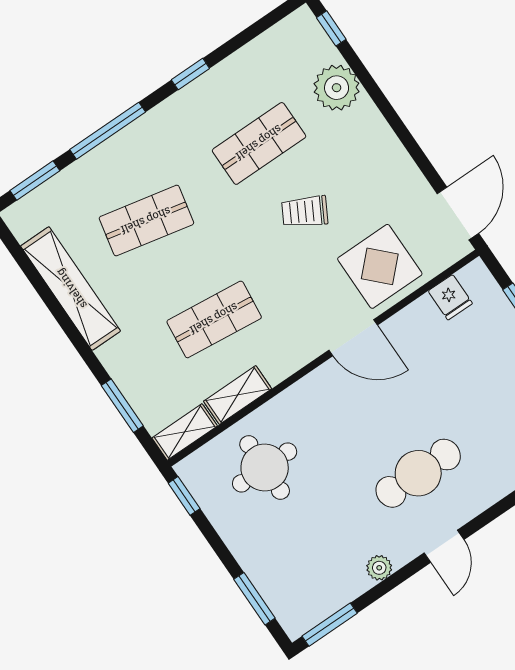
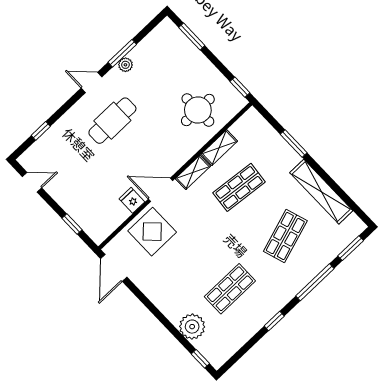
trolley: (305, 212) -> (199, 255), removed
shop shelf: (146, 221) -> (285, 236), turned -30
fridge: (450, 297) -> (132, 200), moved
window: (122, 406) -> (294, 143), moved
shelving: (185, 432) -> (193, 172), moved
door: (444, 546) -> (92, 83), hinge flipped
window: (330, 625) -> (122, 53), moved

